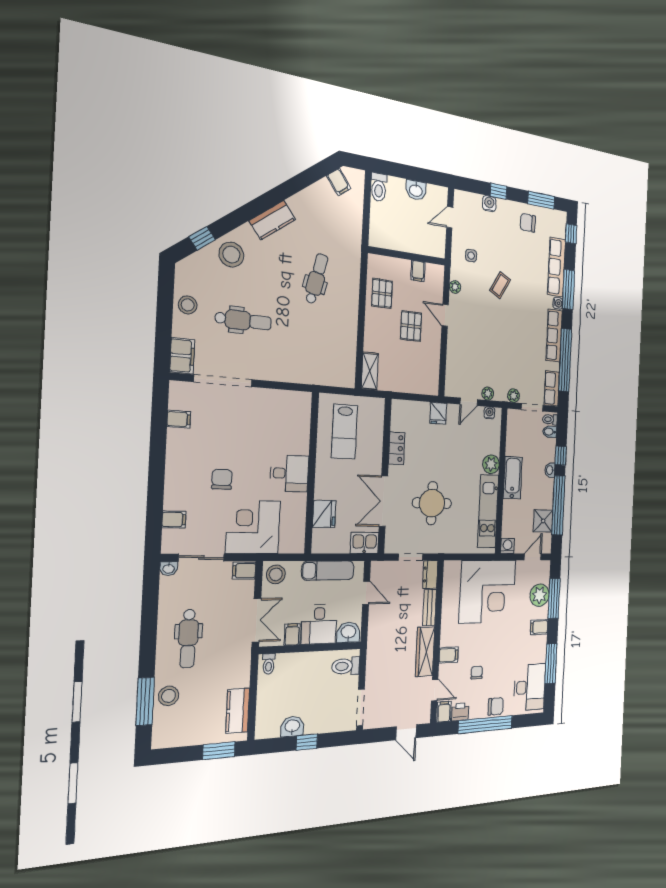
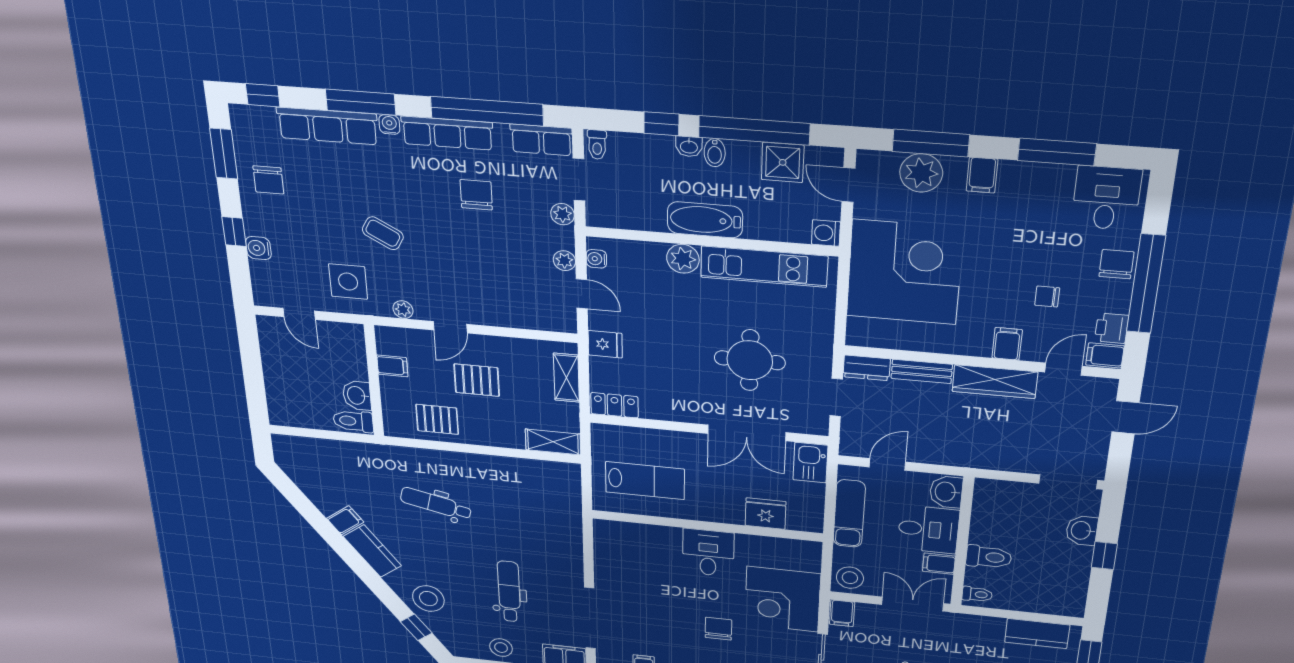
filing cabinet: (339, 182) -> (345, 520), moved
toilet: (379, 187) -> (353, 421), moved, turned 180
washbasin: (416, 190) -> (357, 395), moved, turned 180
side table: (471, 256) -> (348, 282), width x1.87, depth x1.87
chair: (523, 346) -> (476, 195), added
shelving: (415, 386) -> (566, 378), added
bidet: (550, 432) -> (715, 153), moved
locker: (397, 448) -> (614, 405), moved
chair: (222, 479) -> (718, 629), turned 90
toilet: (346, 666) -> (989, 557), moved, turned -90
desk: (530, 687) -> (1106, 198), width x0.73
washbasin: (292, 726) -> (1082, 530), moved

